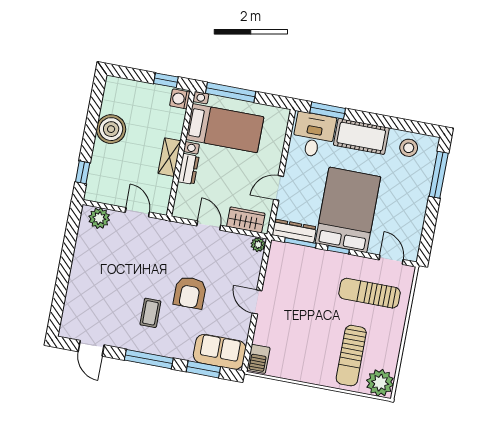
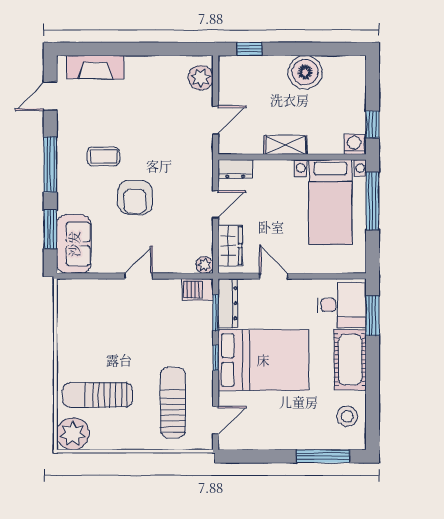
dresser: (188, 169) -> (235, 169), moved
armchair: (190, 293) -> (135, 197), turned -90
fireplace: (74, 306) -> (95, 67), added
barbecue: (258, 359) -> (198, 290), moved

